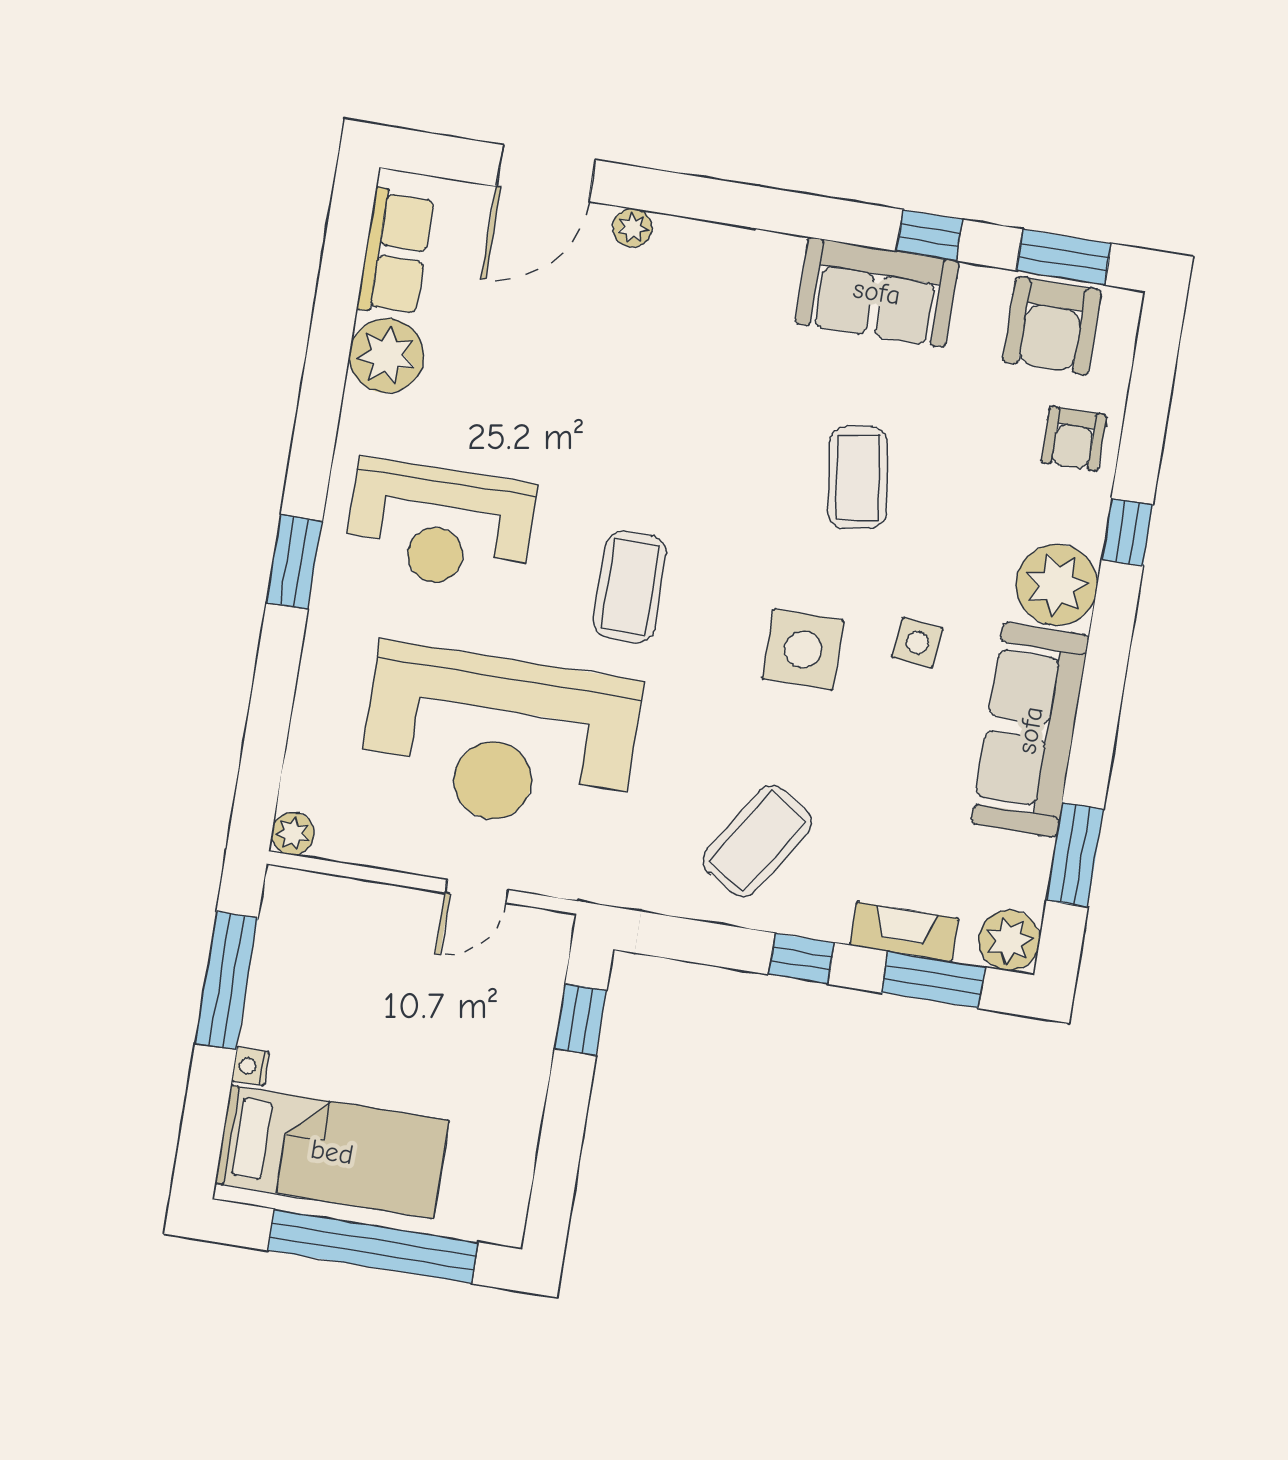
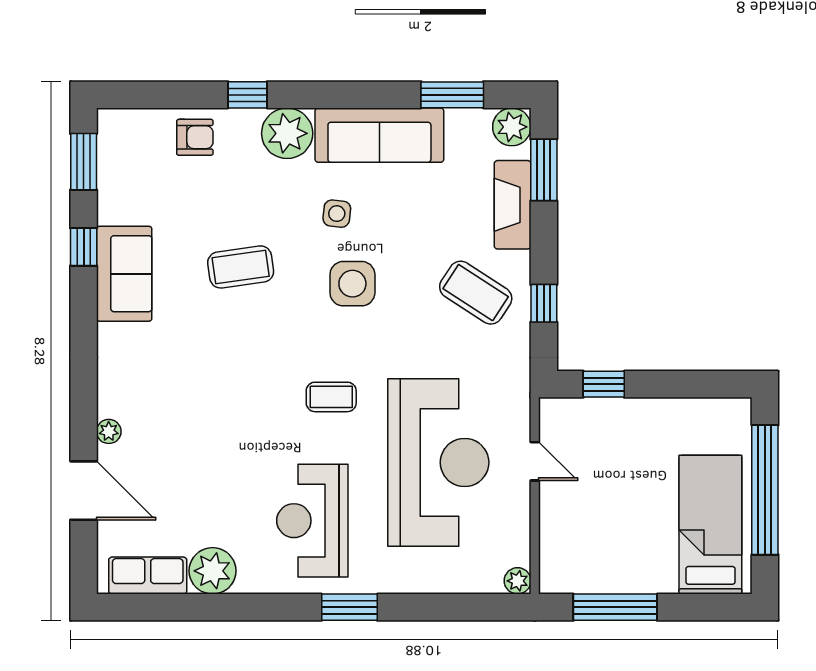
armchair: (1052, 326) -> (127, 162), removed
reception desk: (440, 526) -> (312, 521), turned 180
coffee table: (630, 587) -> (331, 397), width x0.73, depth x0.77
fireplace: (904, 932) -> (513, 205), width x1.37, depth x1.32
window: (802, 959) -> (544, 303), moved
nightstand: (250, 1066) -> (666, 584), removed

